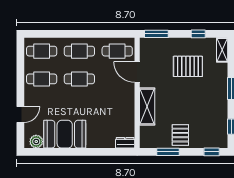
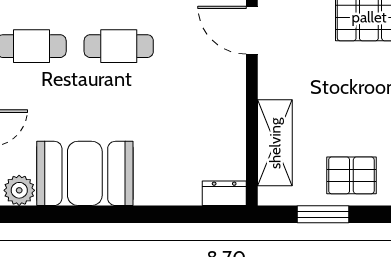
shelving: (147, 106) -> (275, 143), moved
pallet: (180, 135) -> (351, 175), turned 90

